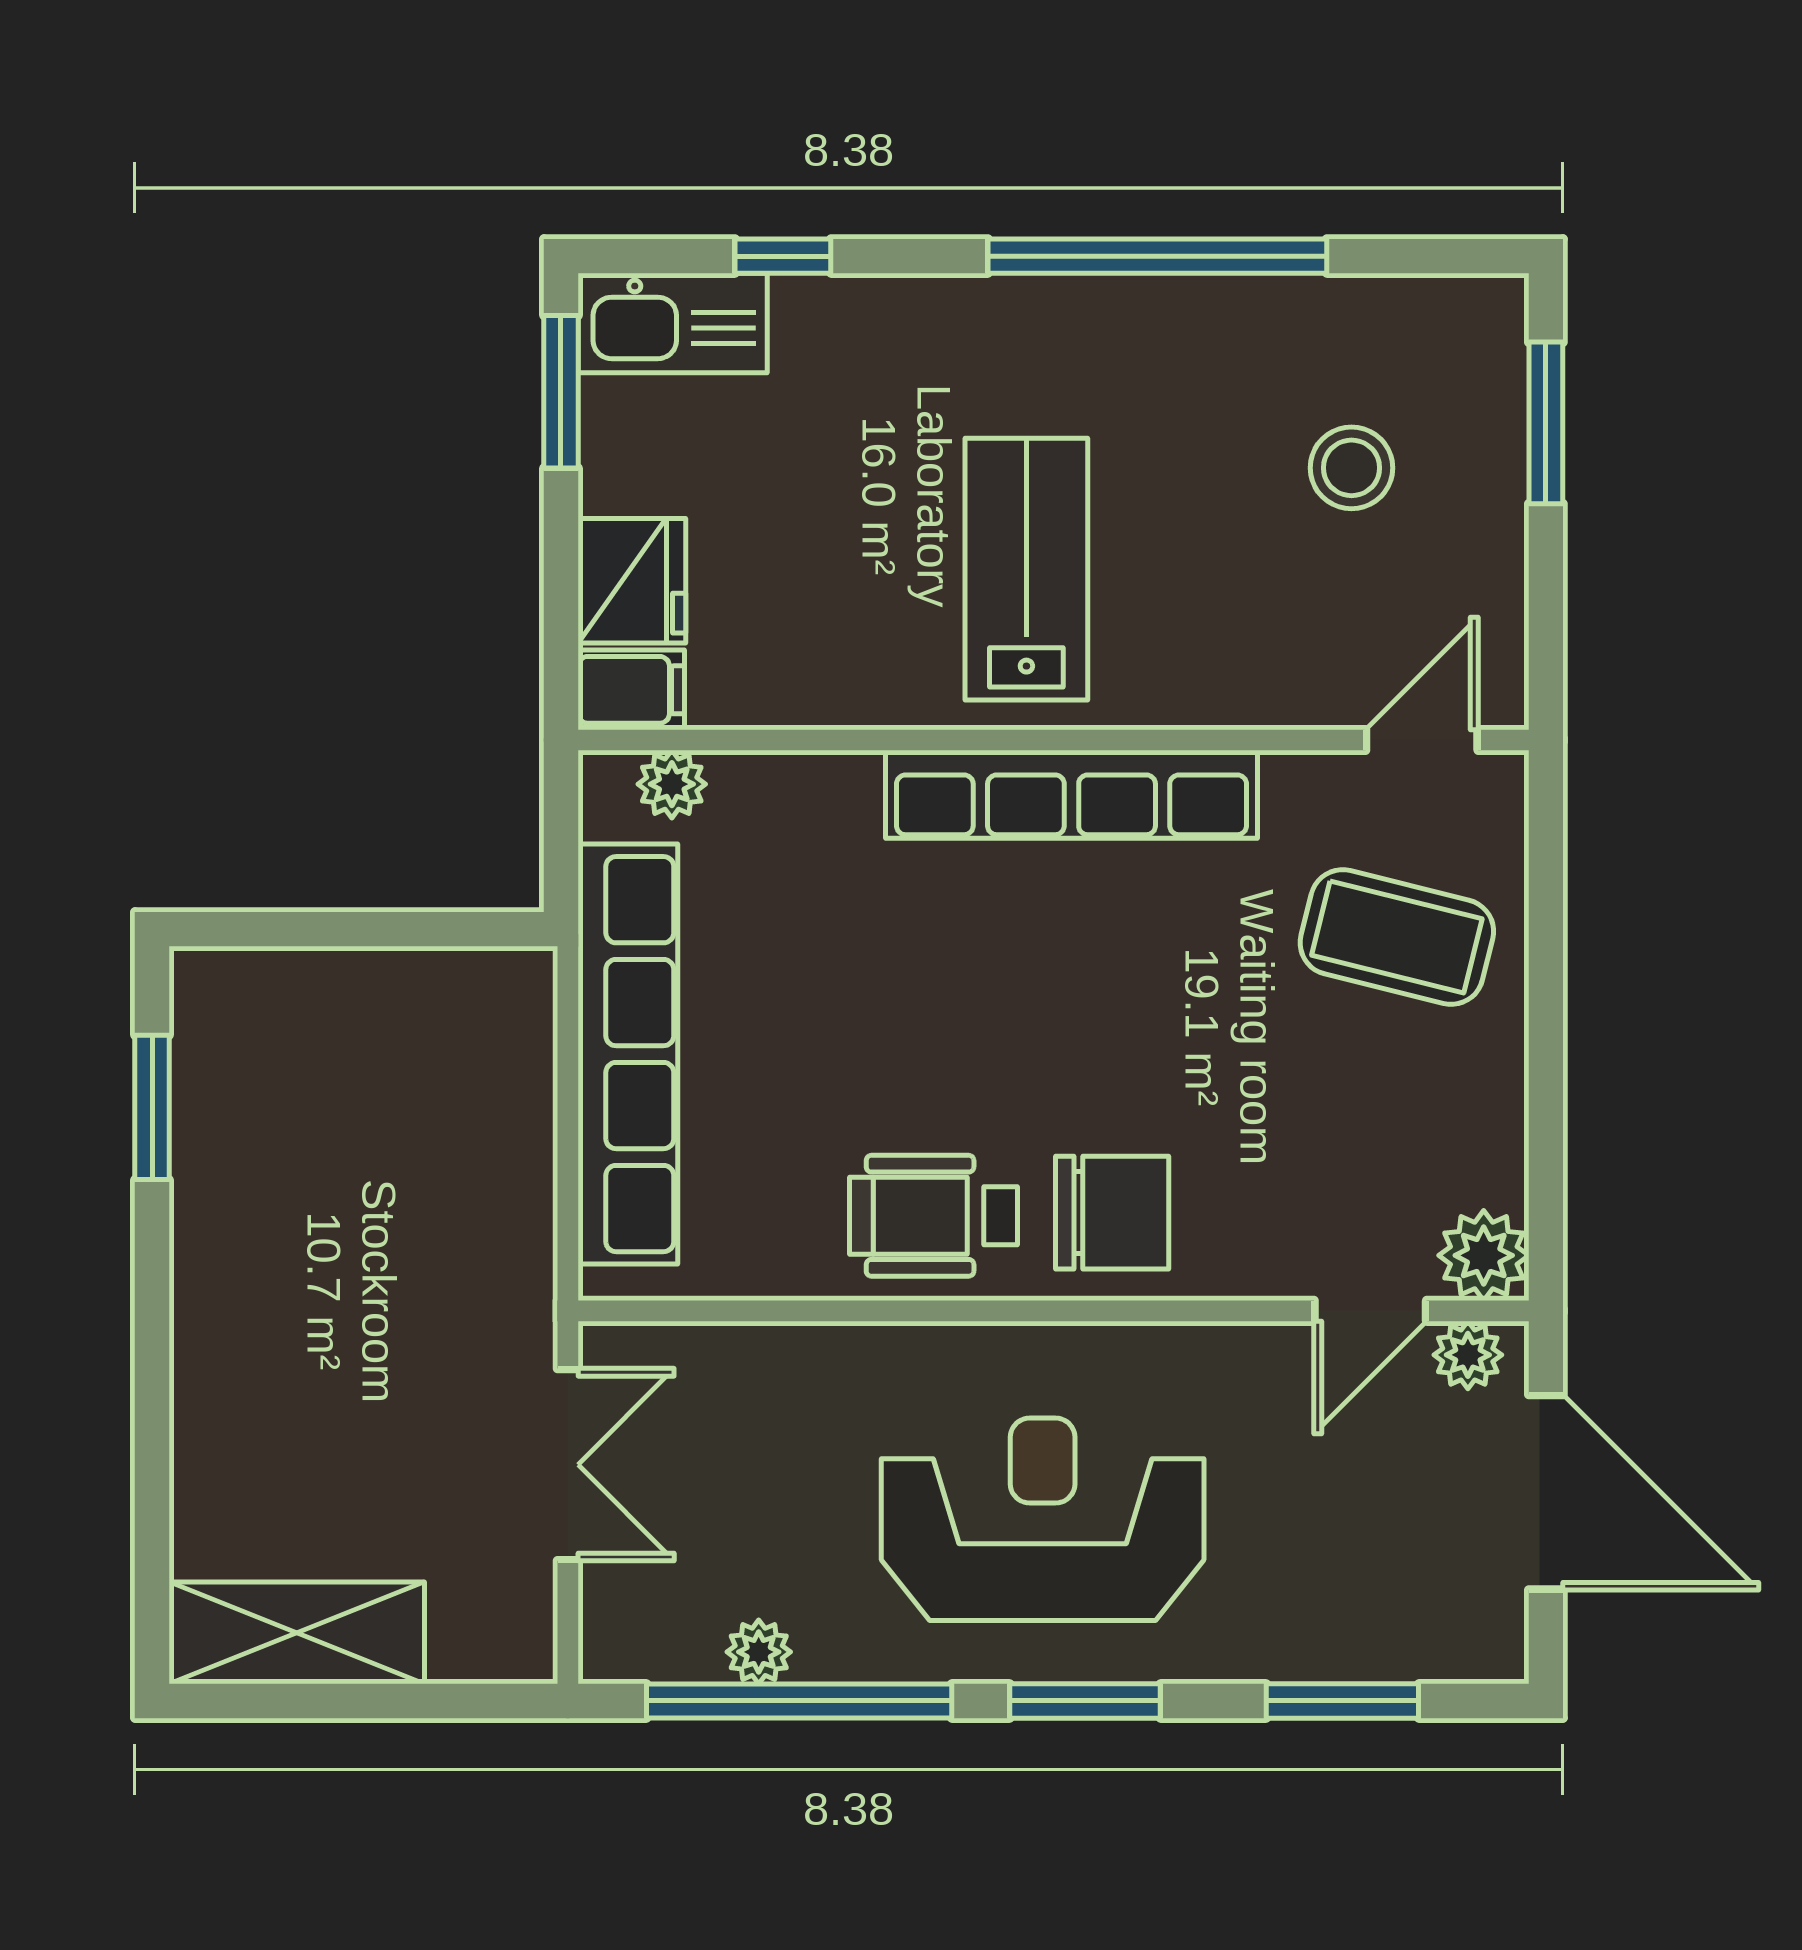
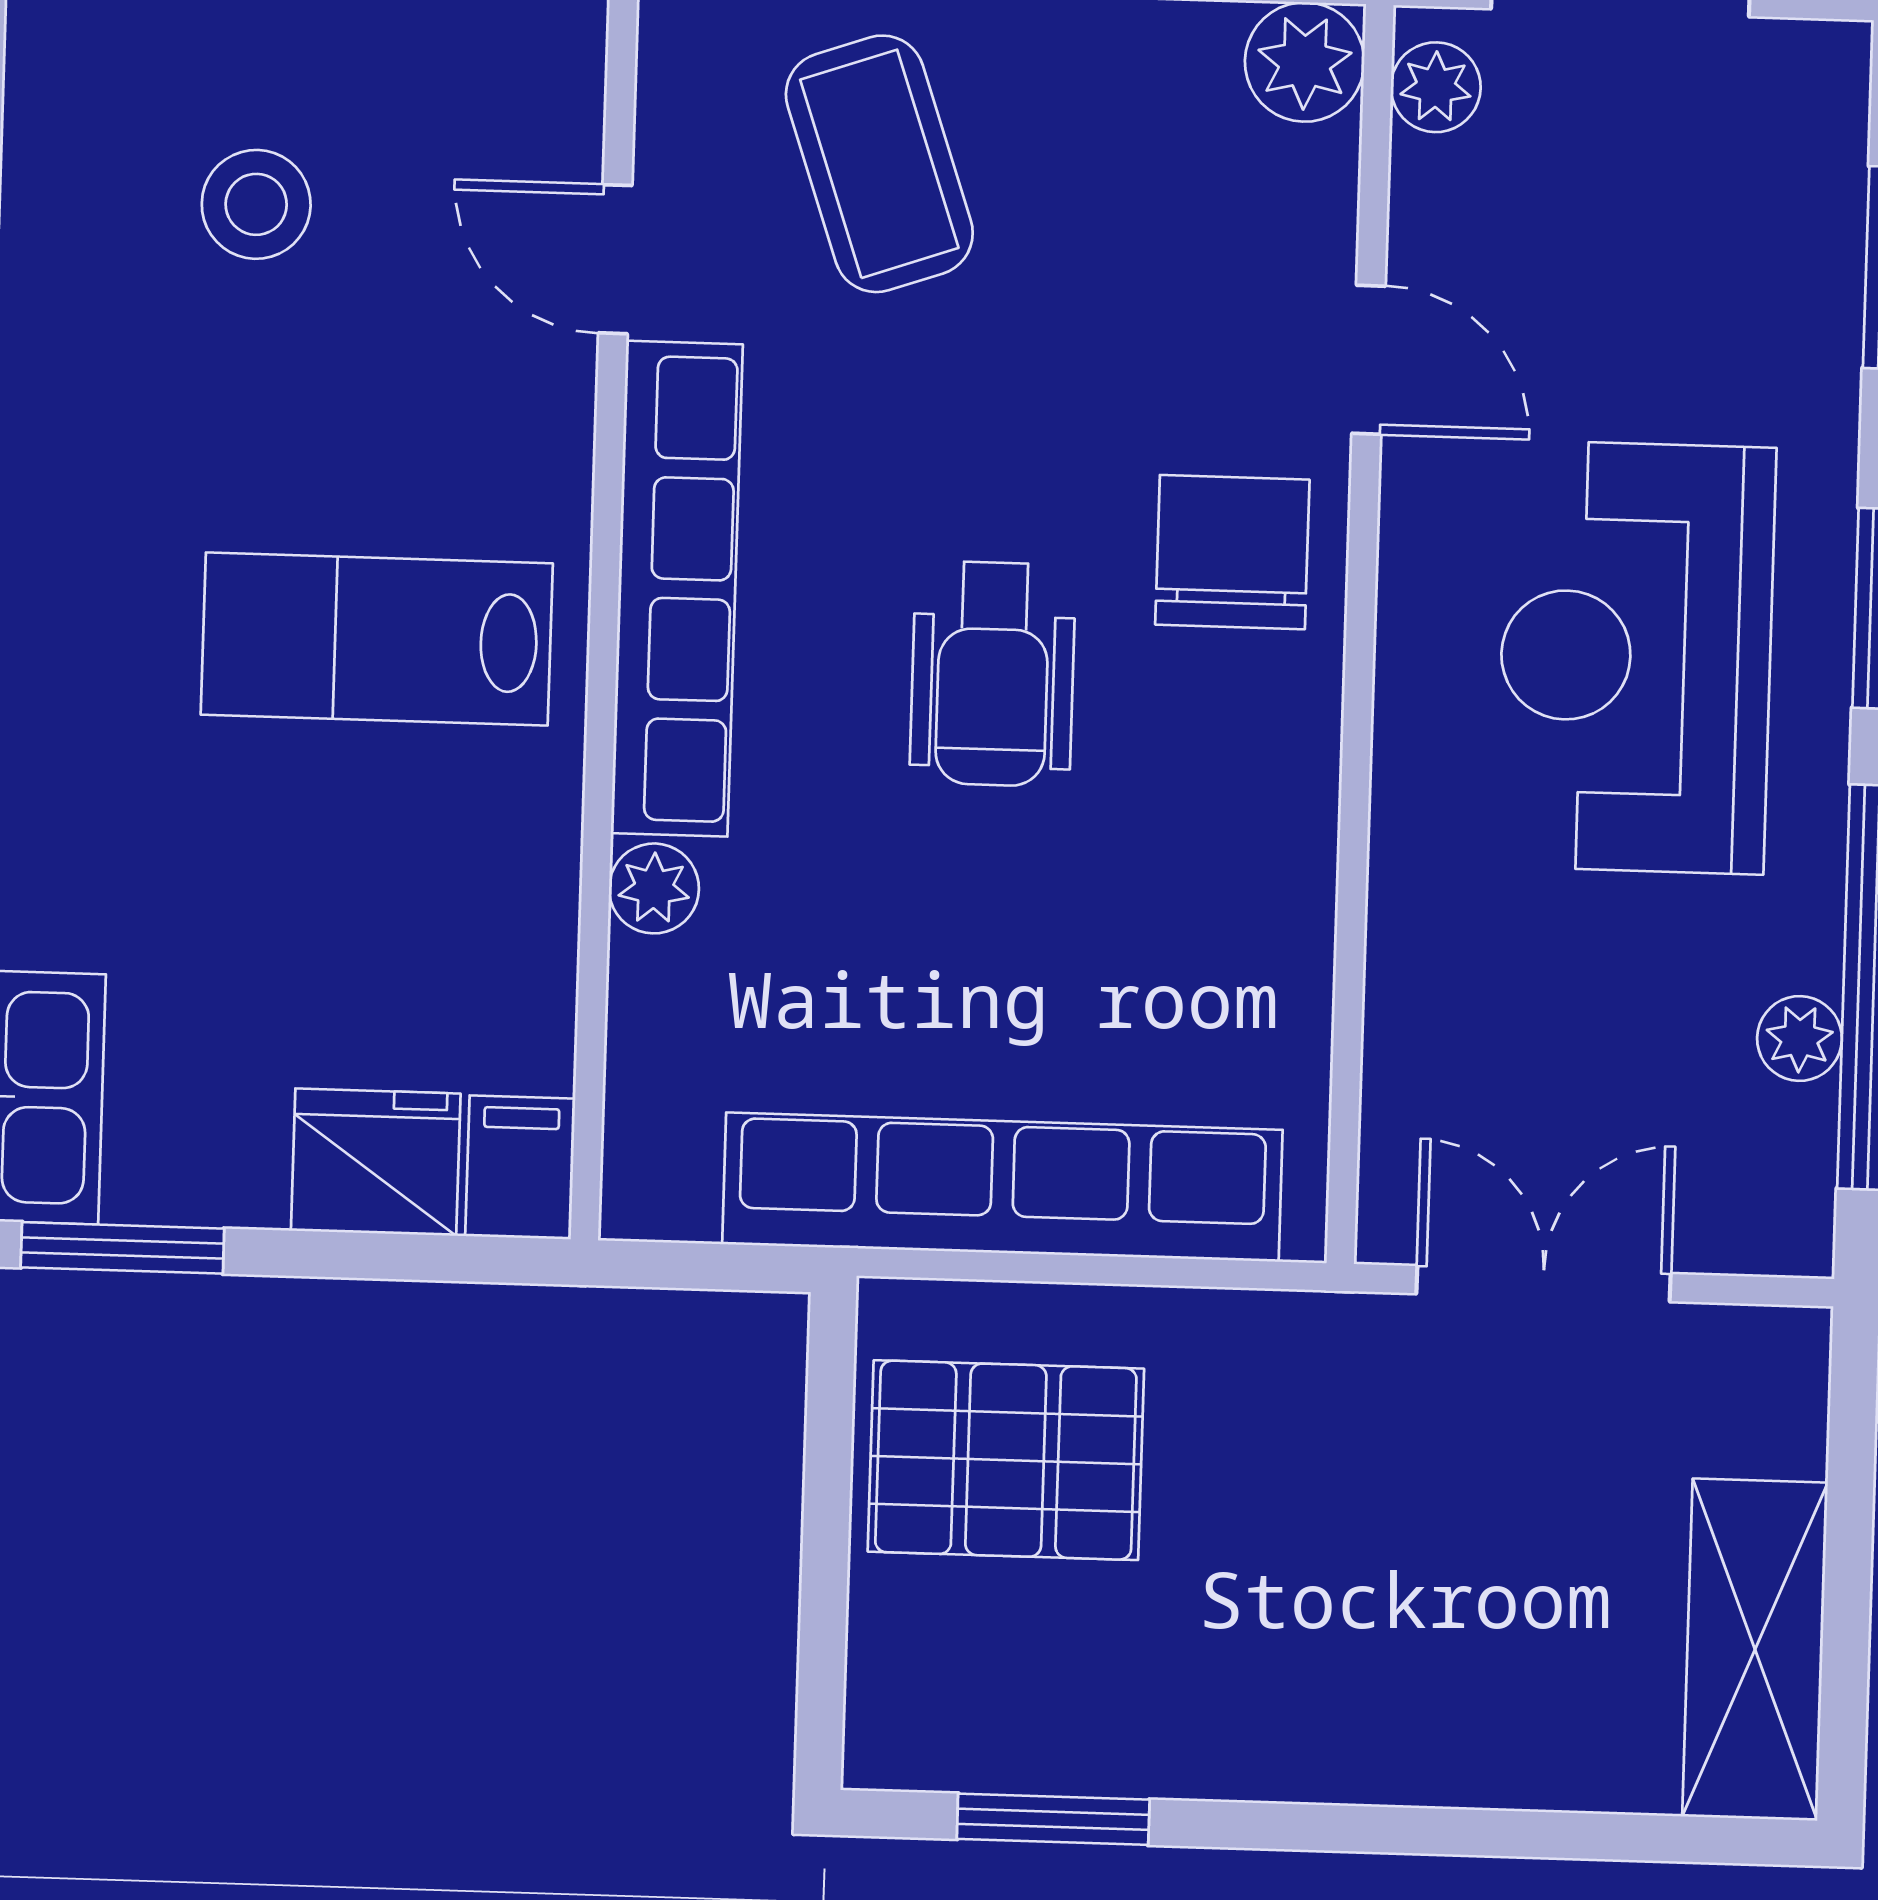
door: (1422, 740) -> (615, 259), moved
plant: (672, 784) -> (654, 888), moved
coffee table: (1397, 937) -> (879, 164), turned -33
pallet: (422, 1063) -> (1006, 1460), added
wheelchair: (933, 1216) -> (993, 674), moved
door: (1370, 1311) -> (1369, 360), moved

